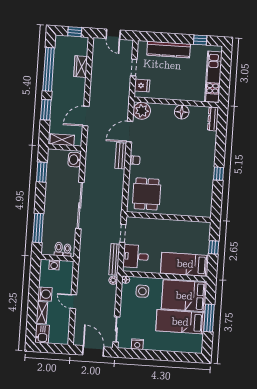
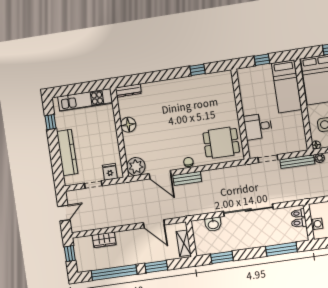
washbasin: (74, 160) -> (213, 224), moved
window: (219, 174) -> (198, 70), moved
desk: (136, 256) -> (258, 126), moved, turned 90

